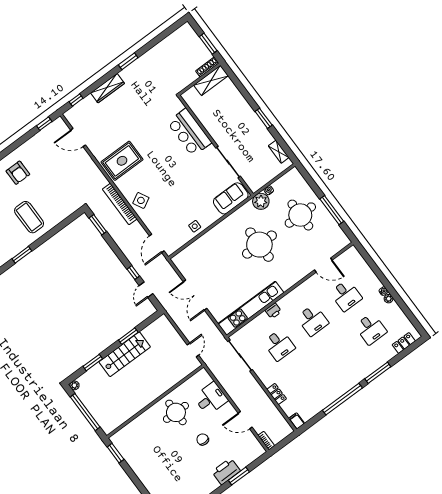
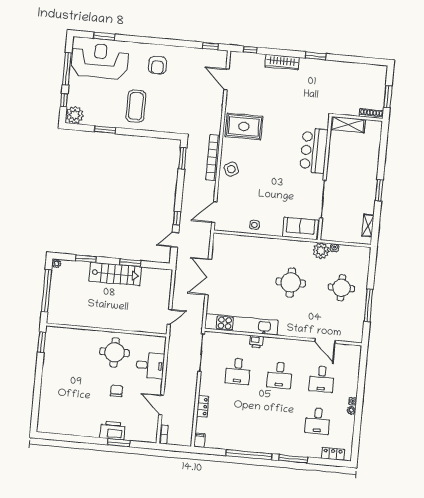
shelving: (211, 80) -> (348, 125), moved
round table: (300, 215) -> (341, 288), width x0.73, depth x0.73
round table: (259, 245) -> (291, 282), width x0.73, depth x0.73

